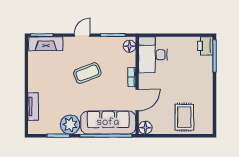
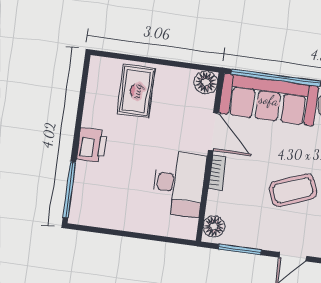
printer: (205, 46) -> (92, 145), moved
desk: (153, 55) -> (179, 183), moved
door: (137, 100) -> (213, 132), swing flipped

